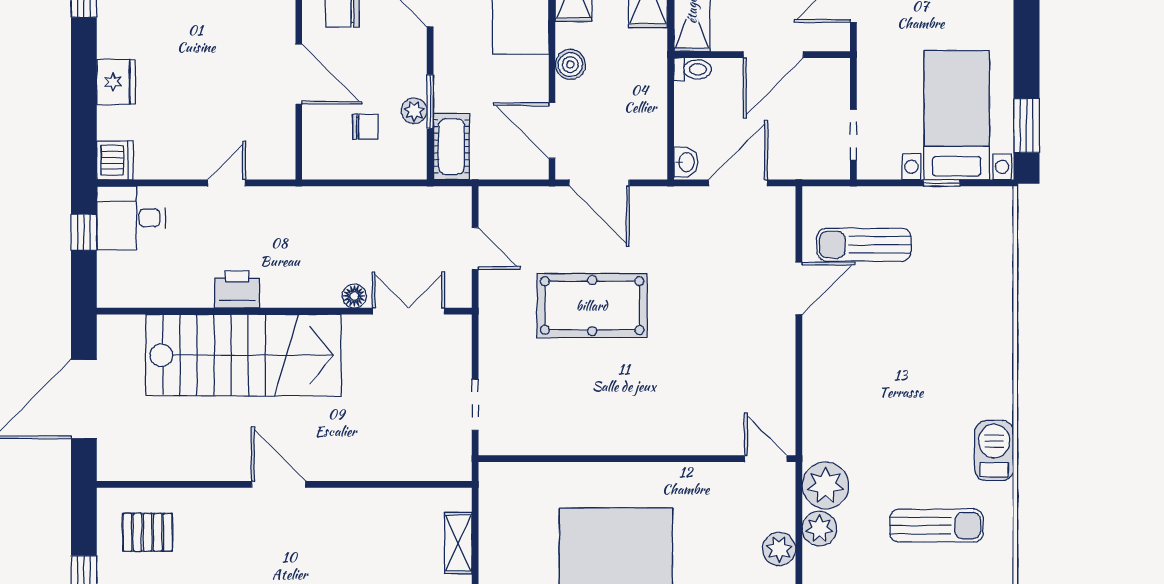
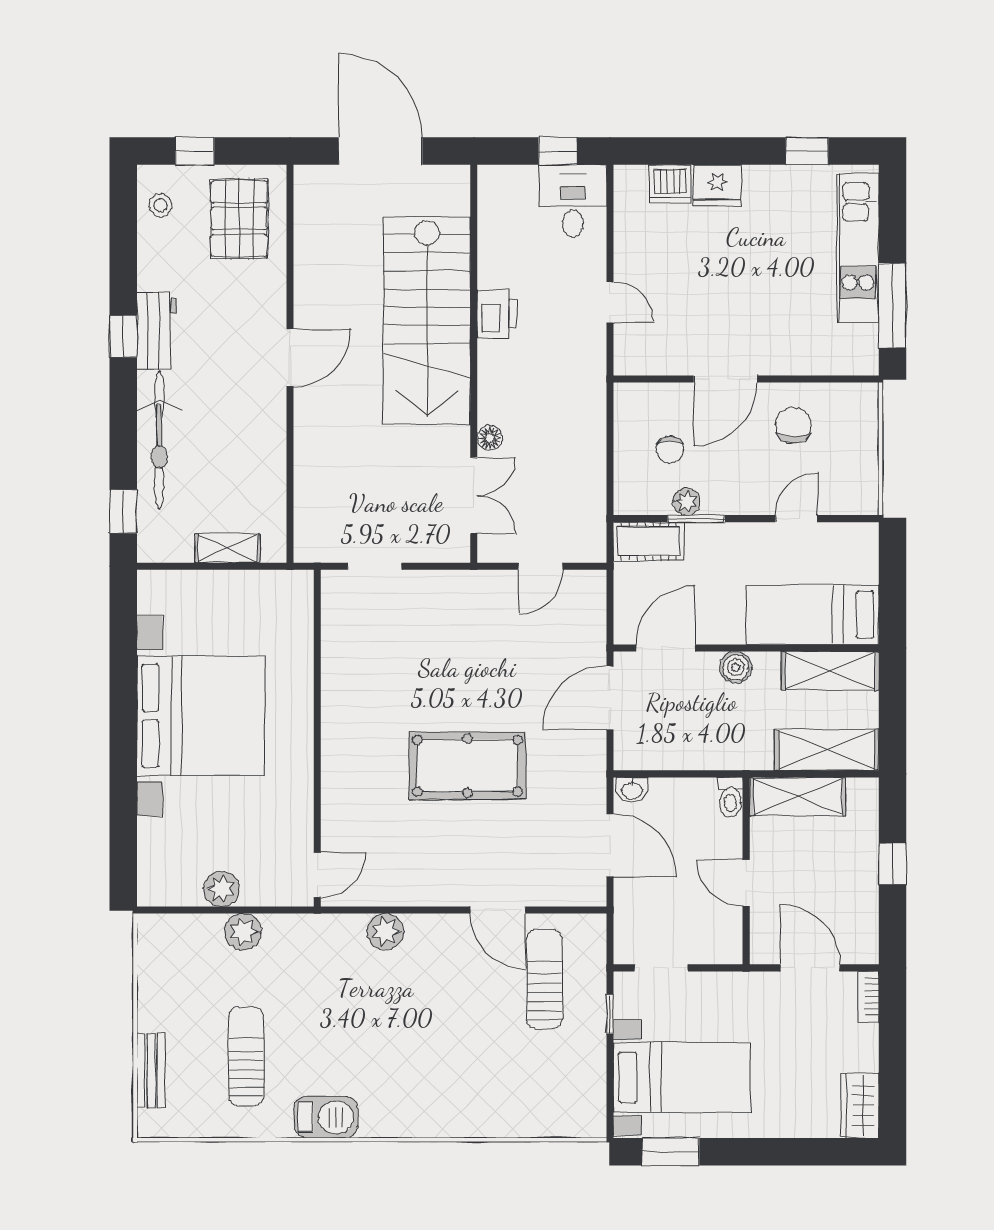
door: (773, 55) -> (746, 883), width x0.73
dishwasher: (115, 160) -> (670, 184), moved
window: (942, 183) -> (610, 1014), moved
pool table: (592, 306) -> (467, 766), moved, turned 90
plant: (825, 485) -> (385, 932), moved, width x0.73, depth x0.73
sun lounger: (936, 526) -> (246, 1056), turned 180
pallet: (148, 532) -> (239, 219), width x1.50, depth x1.42

